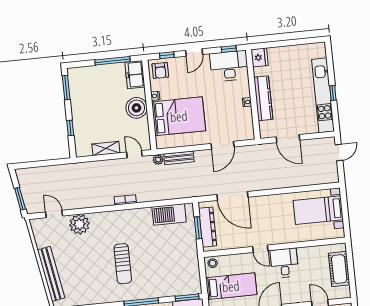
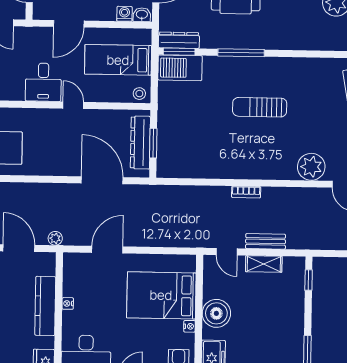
window: (70, 128) -> (309, 280), moved
bench: (179, 158) -> (266, 241), moved
plant: (158, 160) -> (55, 238), moved
barbecue: (169, 214) -> (180, 68), moved, turned 180
sun lounger: (123, 264) -> (260, 107), turned -90

